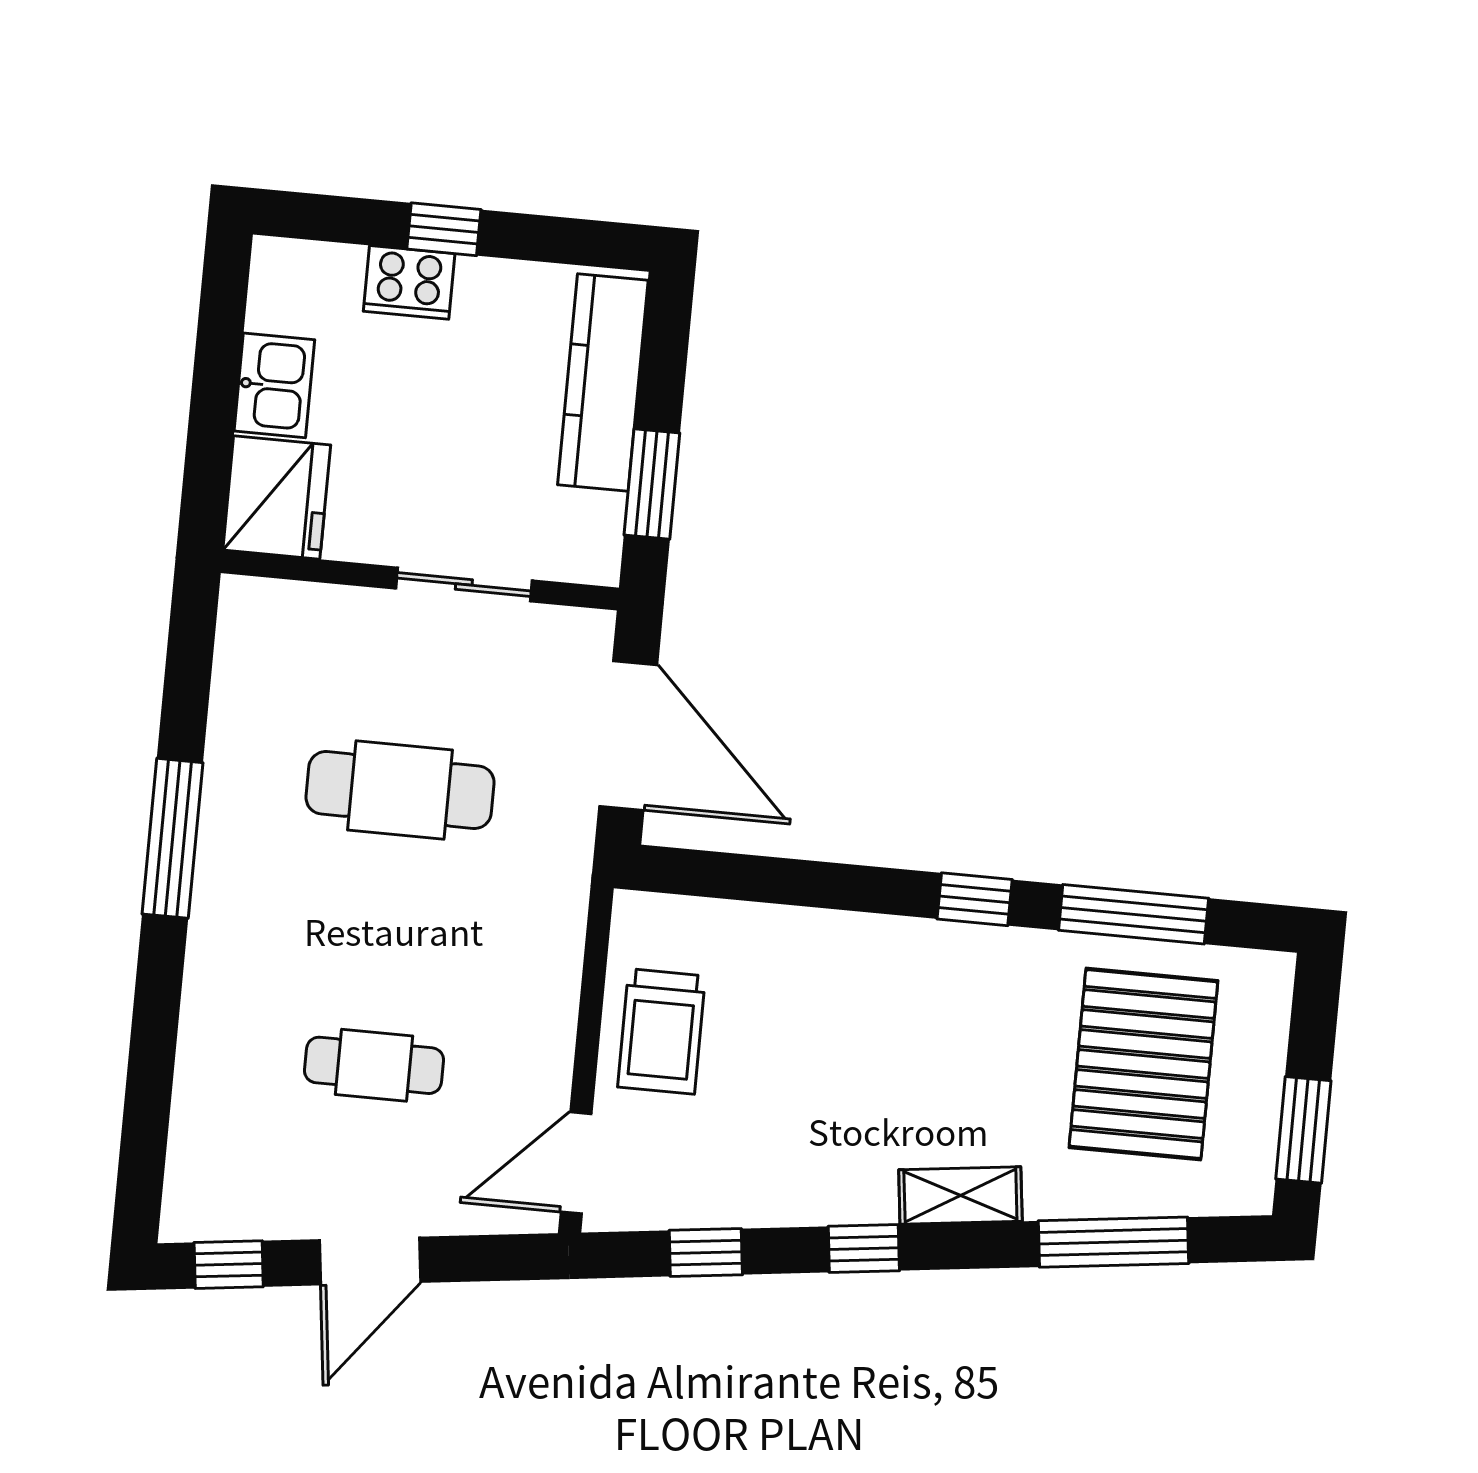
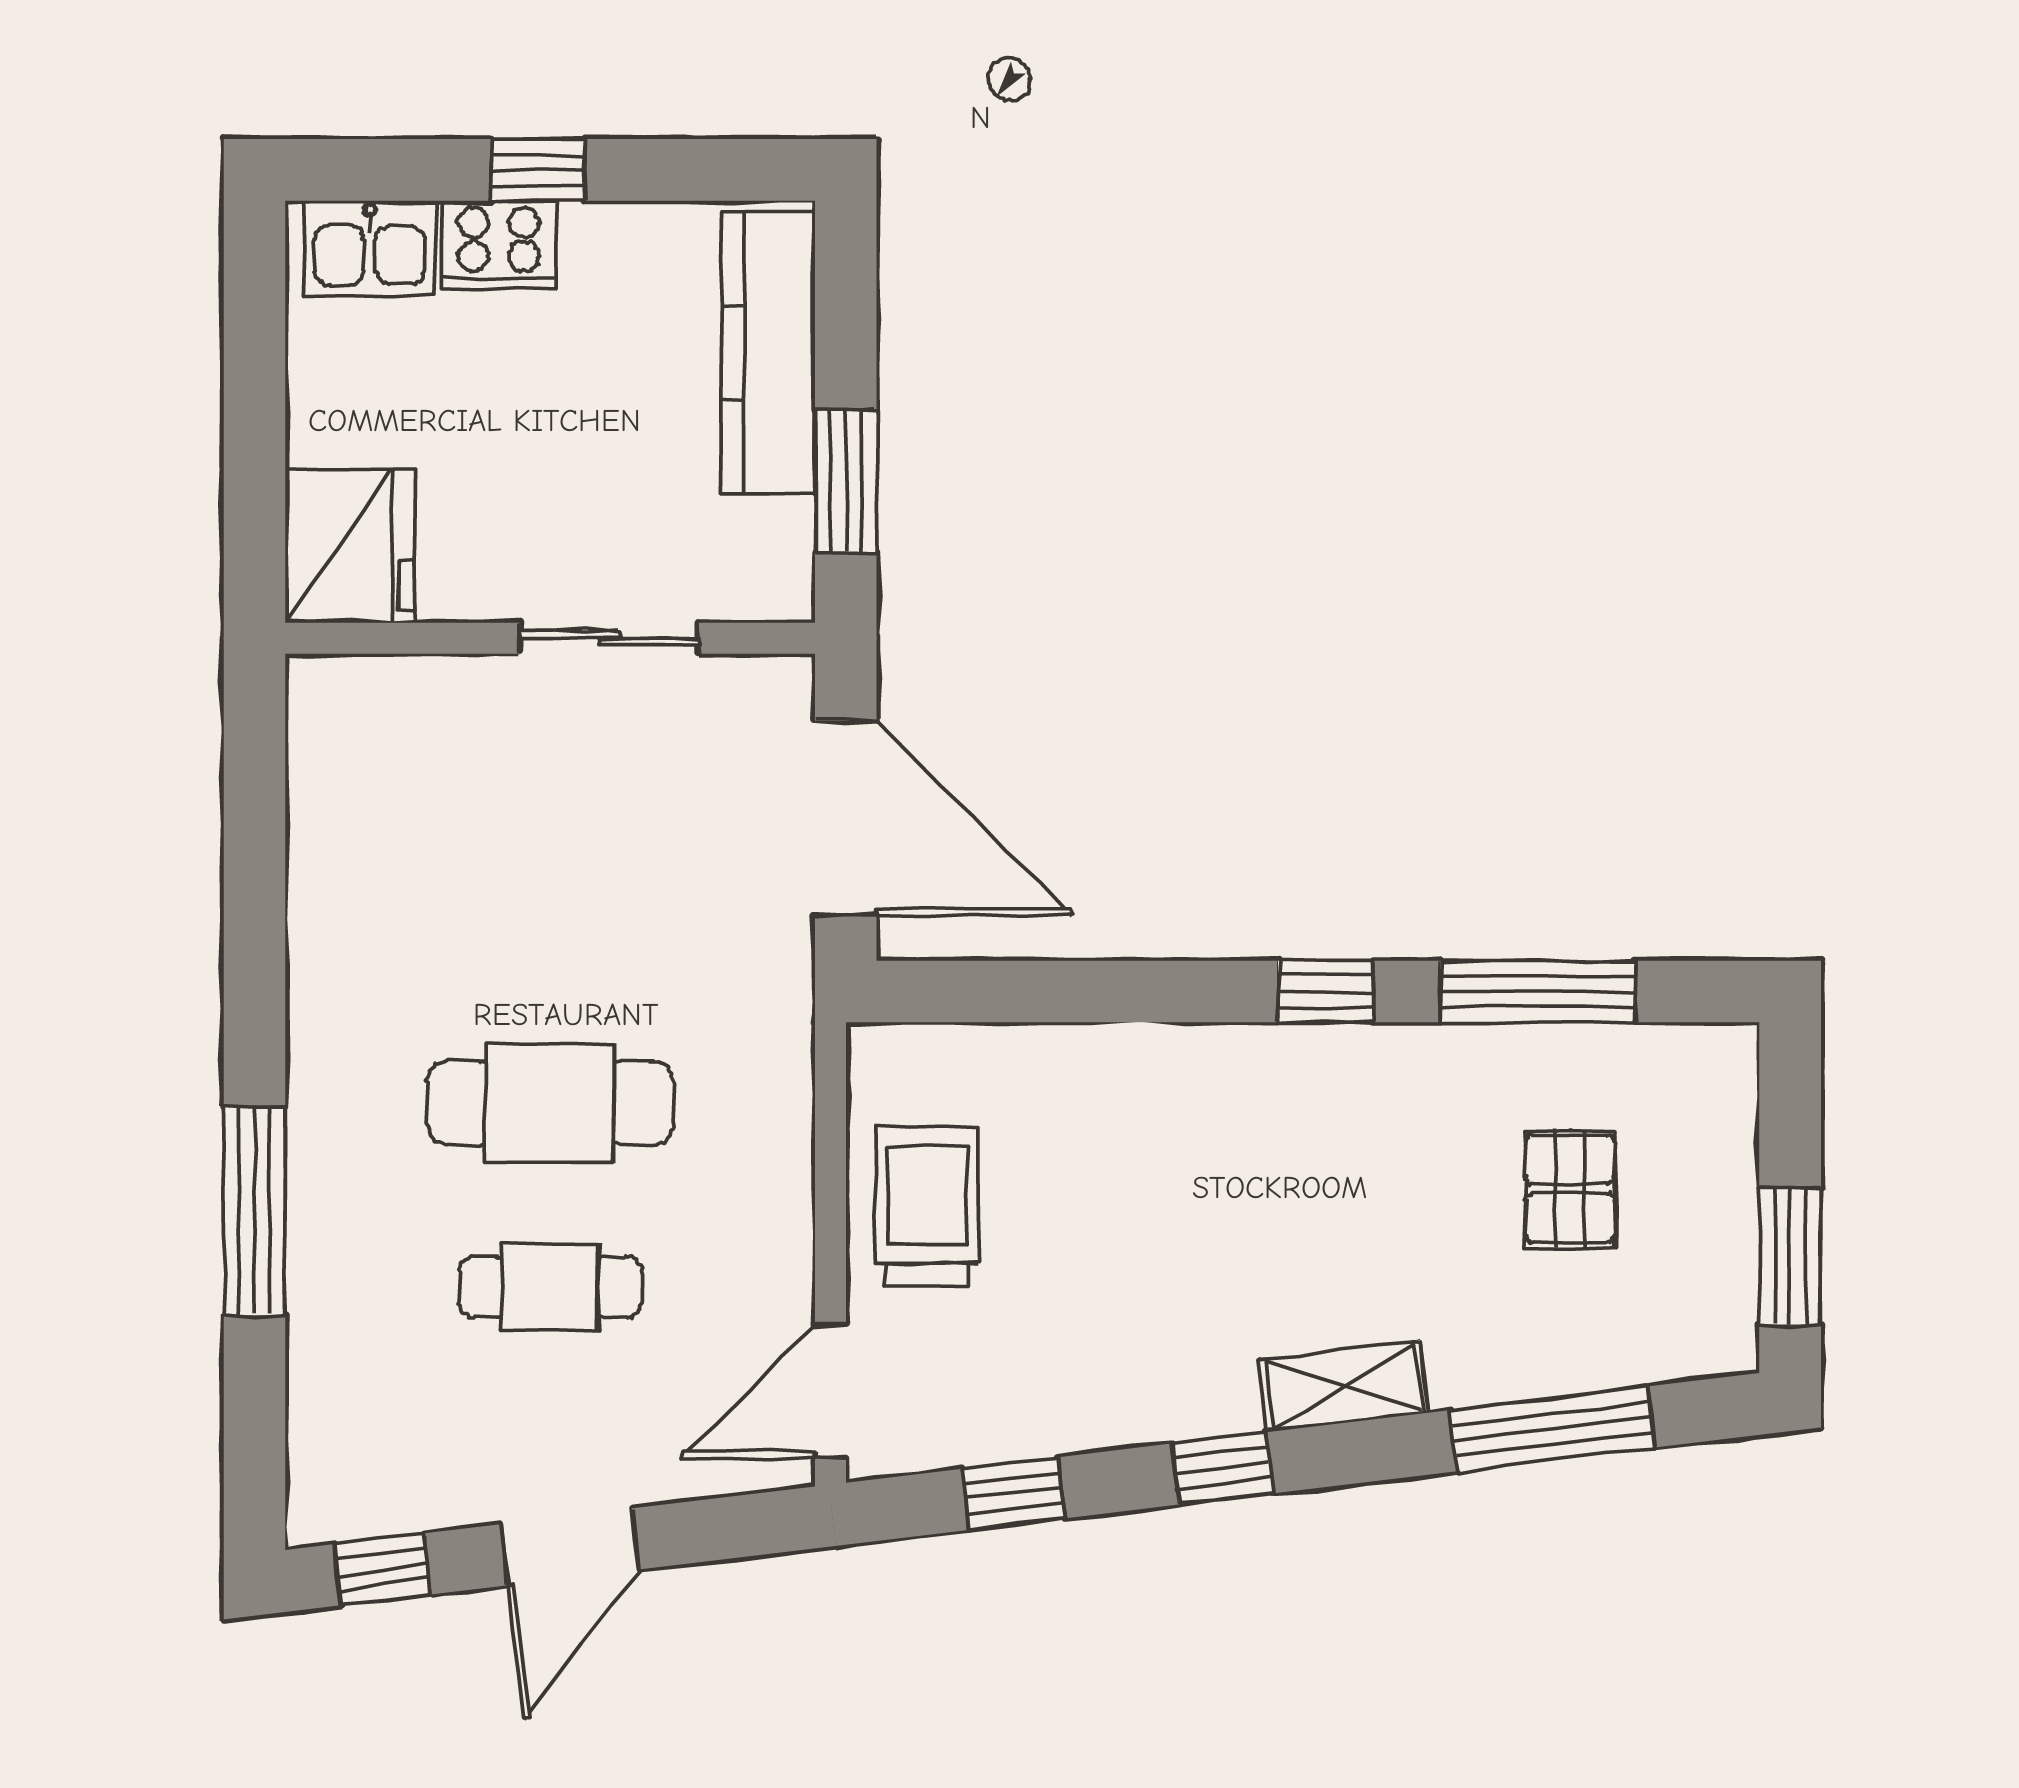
kitchen sink: (274, 385) -> (370, 248), moved, turned 90
cafe table: (400, 790) -> (550, 1103), moved
window: (172, 838) -> (255, 1211), moved
trolley: (662, 1031) -> (927, 1206), turned 180
pallet: (1143, 1064) -> (1570, 1189), width x0.49, depth x0.50

